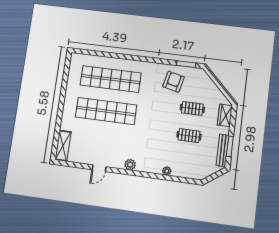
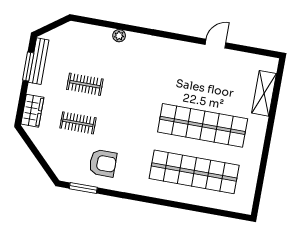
armchair: (173, 82) -> (103, 163), turned -103
shelving: (63, 146) -> (264, 93), moved
plant: (130, 165) -> (171, 47), removed

